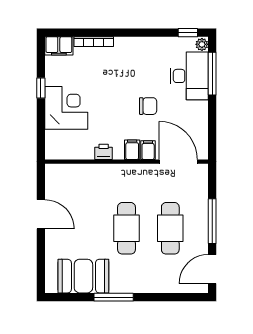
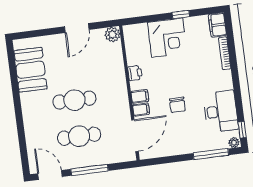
desk: (189, 76) -> (221, 111), moved, turned -90
plant: (54, 173) -> (112, 35), added
window: (114, 297) -> (16, 97), removed

